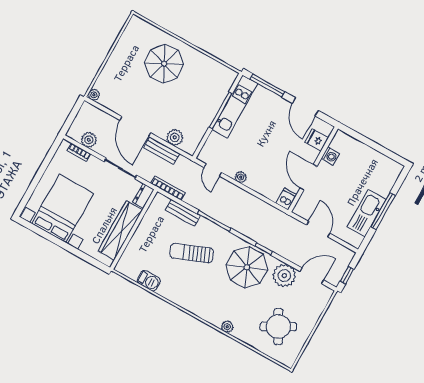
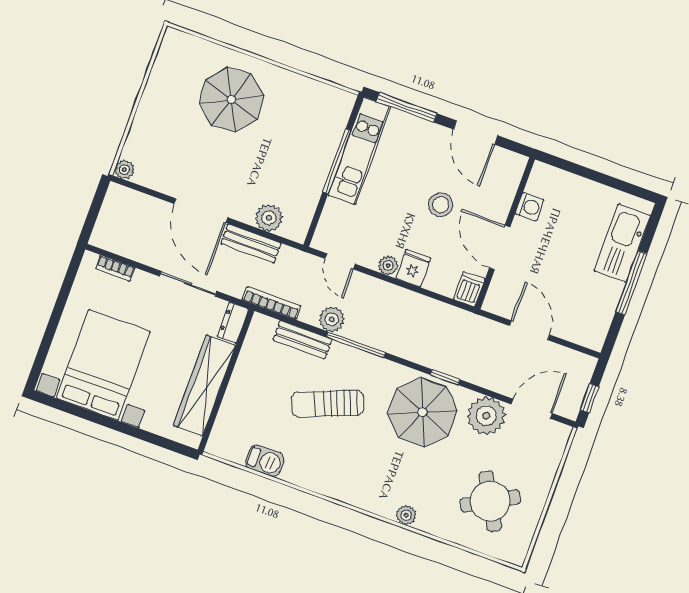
plant: (89, 140) -> (332, 319), moved
fridge: (317, 140) -> (413, 268), moved, turned 90
stool: (278, 146) -> (441, 205), added
kitchen sink: (367, 213) -> (622, 243), moved

